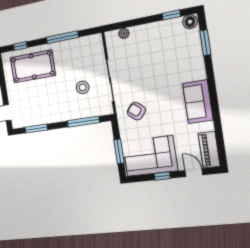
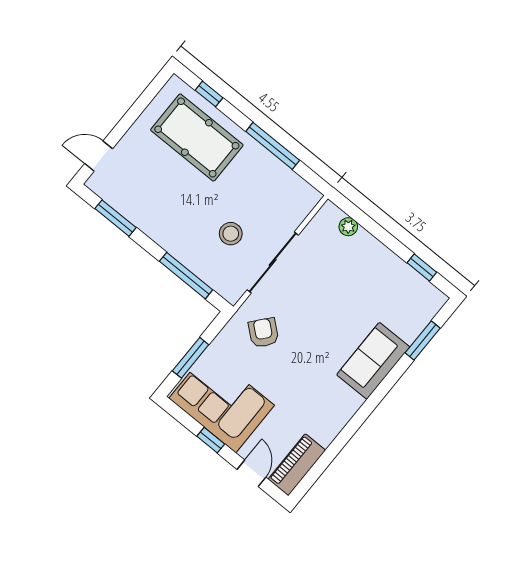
floor lamp: (190, 22) -> (433, 299), removed
sofa: (198, 102) -> (373, 361), moved

